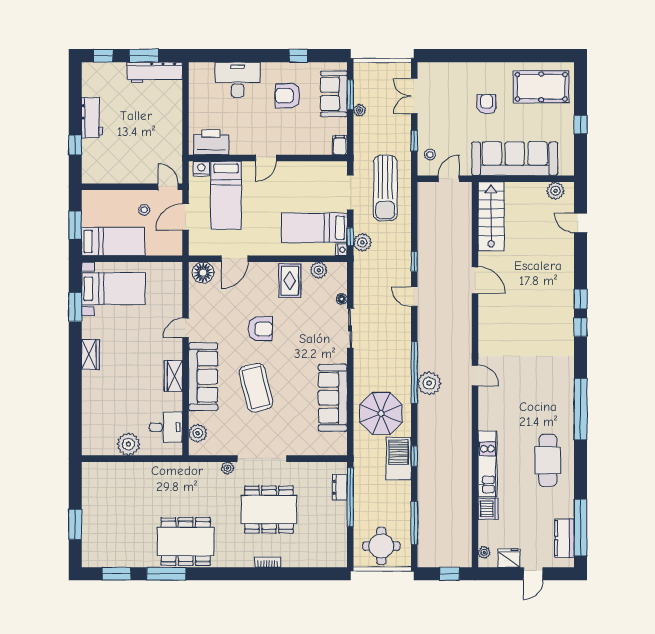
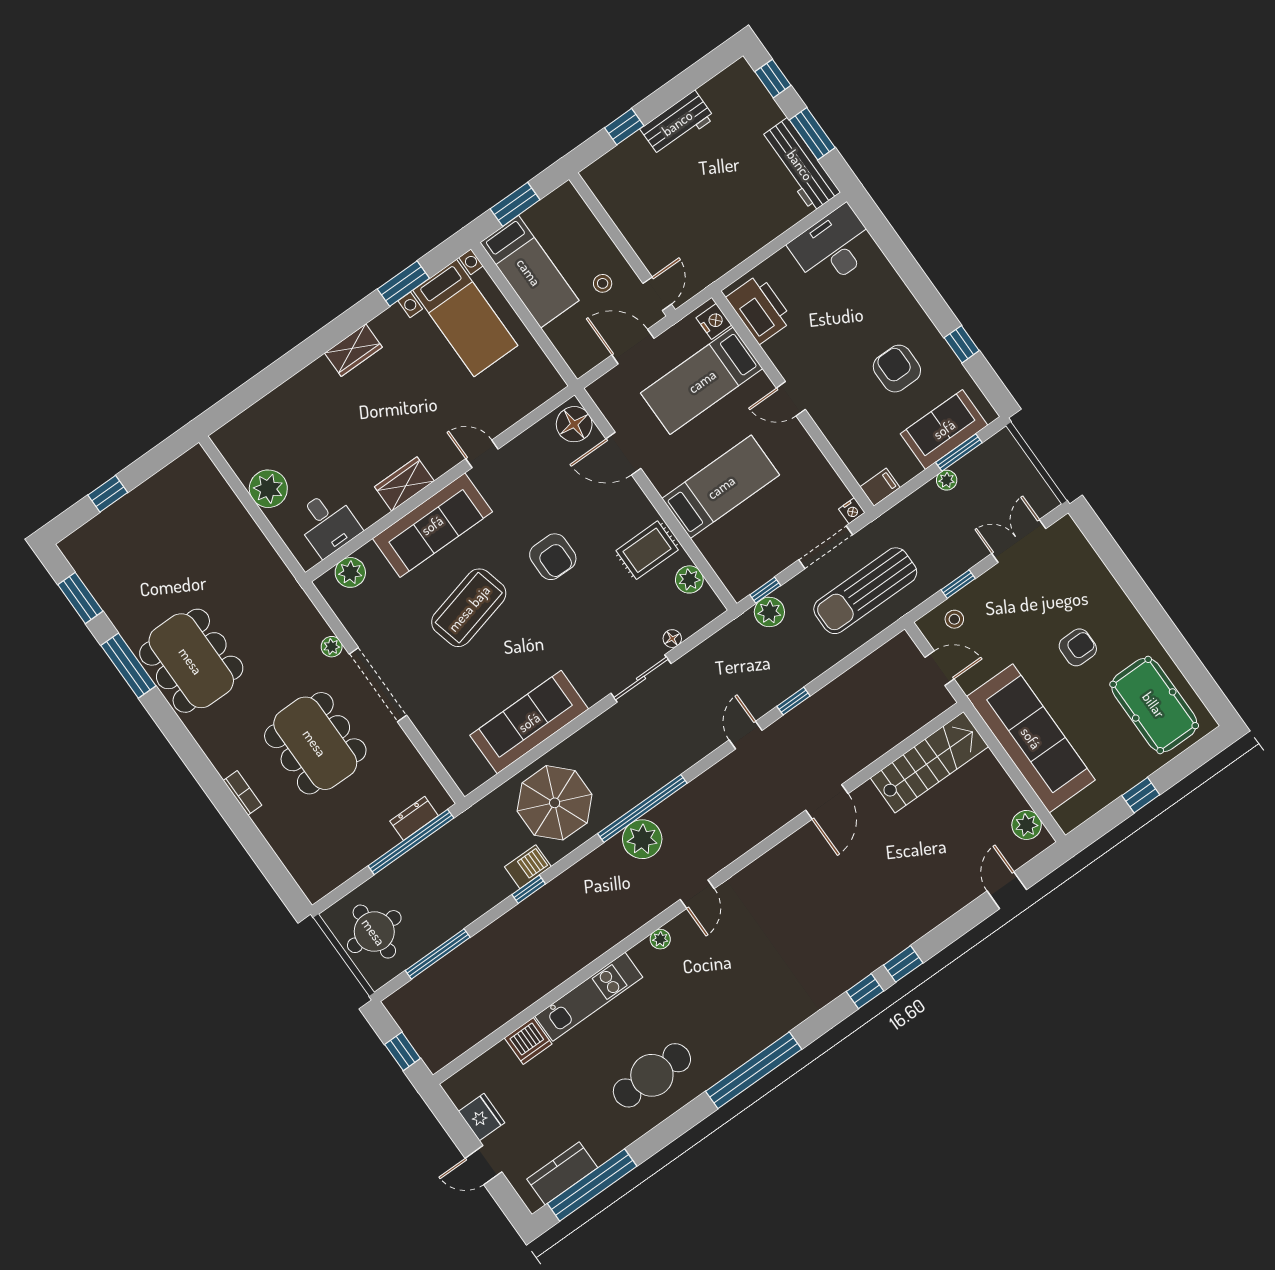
desk: (238, 80) -> (833, 247), moved, turned -90
bed: (314, 228) -> (721, 487), moved, turned 90
nightstand: (342, 250) -> (852, 511), moved
barbecue: (399, 459) -> (528, 867), width x0.53, depth x0.65
window: (75, 524) -> (108, 494), width x0.67
plant: (484, 552) -> (660, 939), moved

